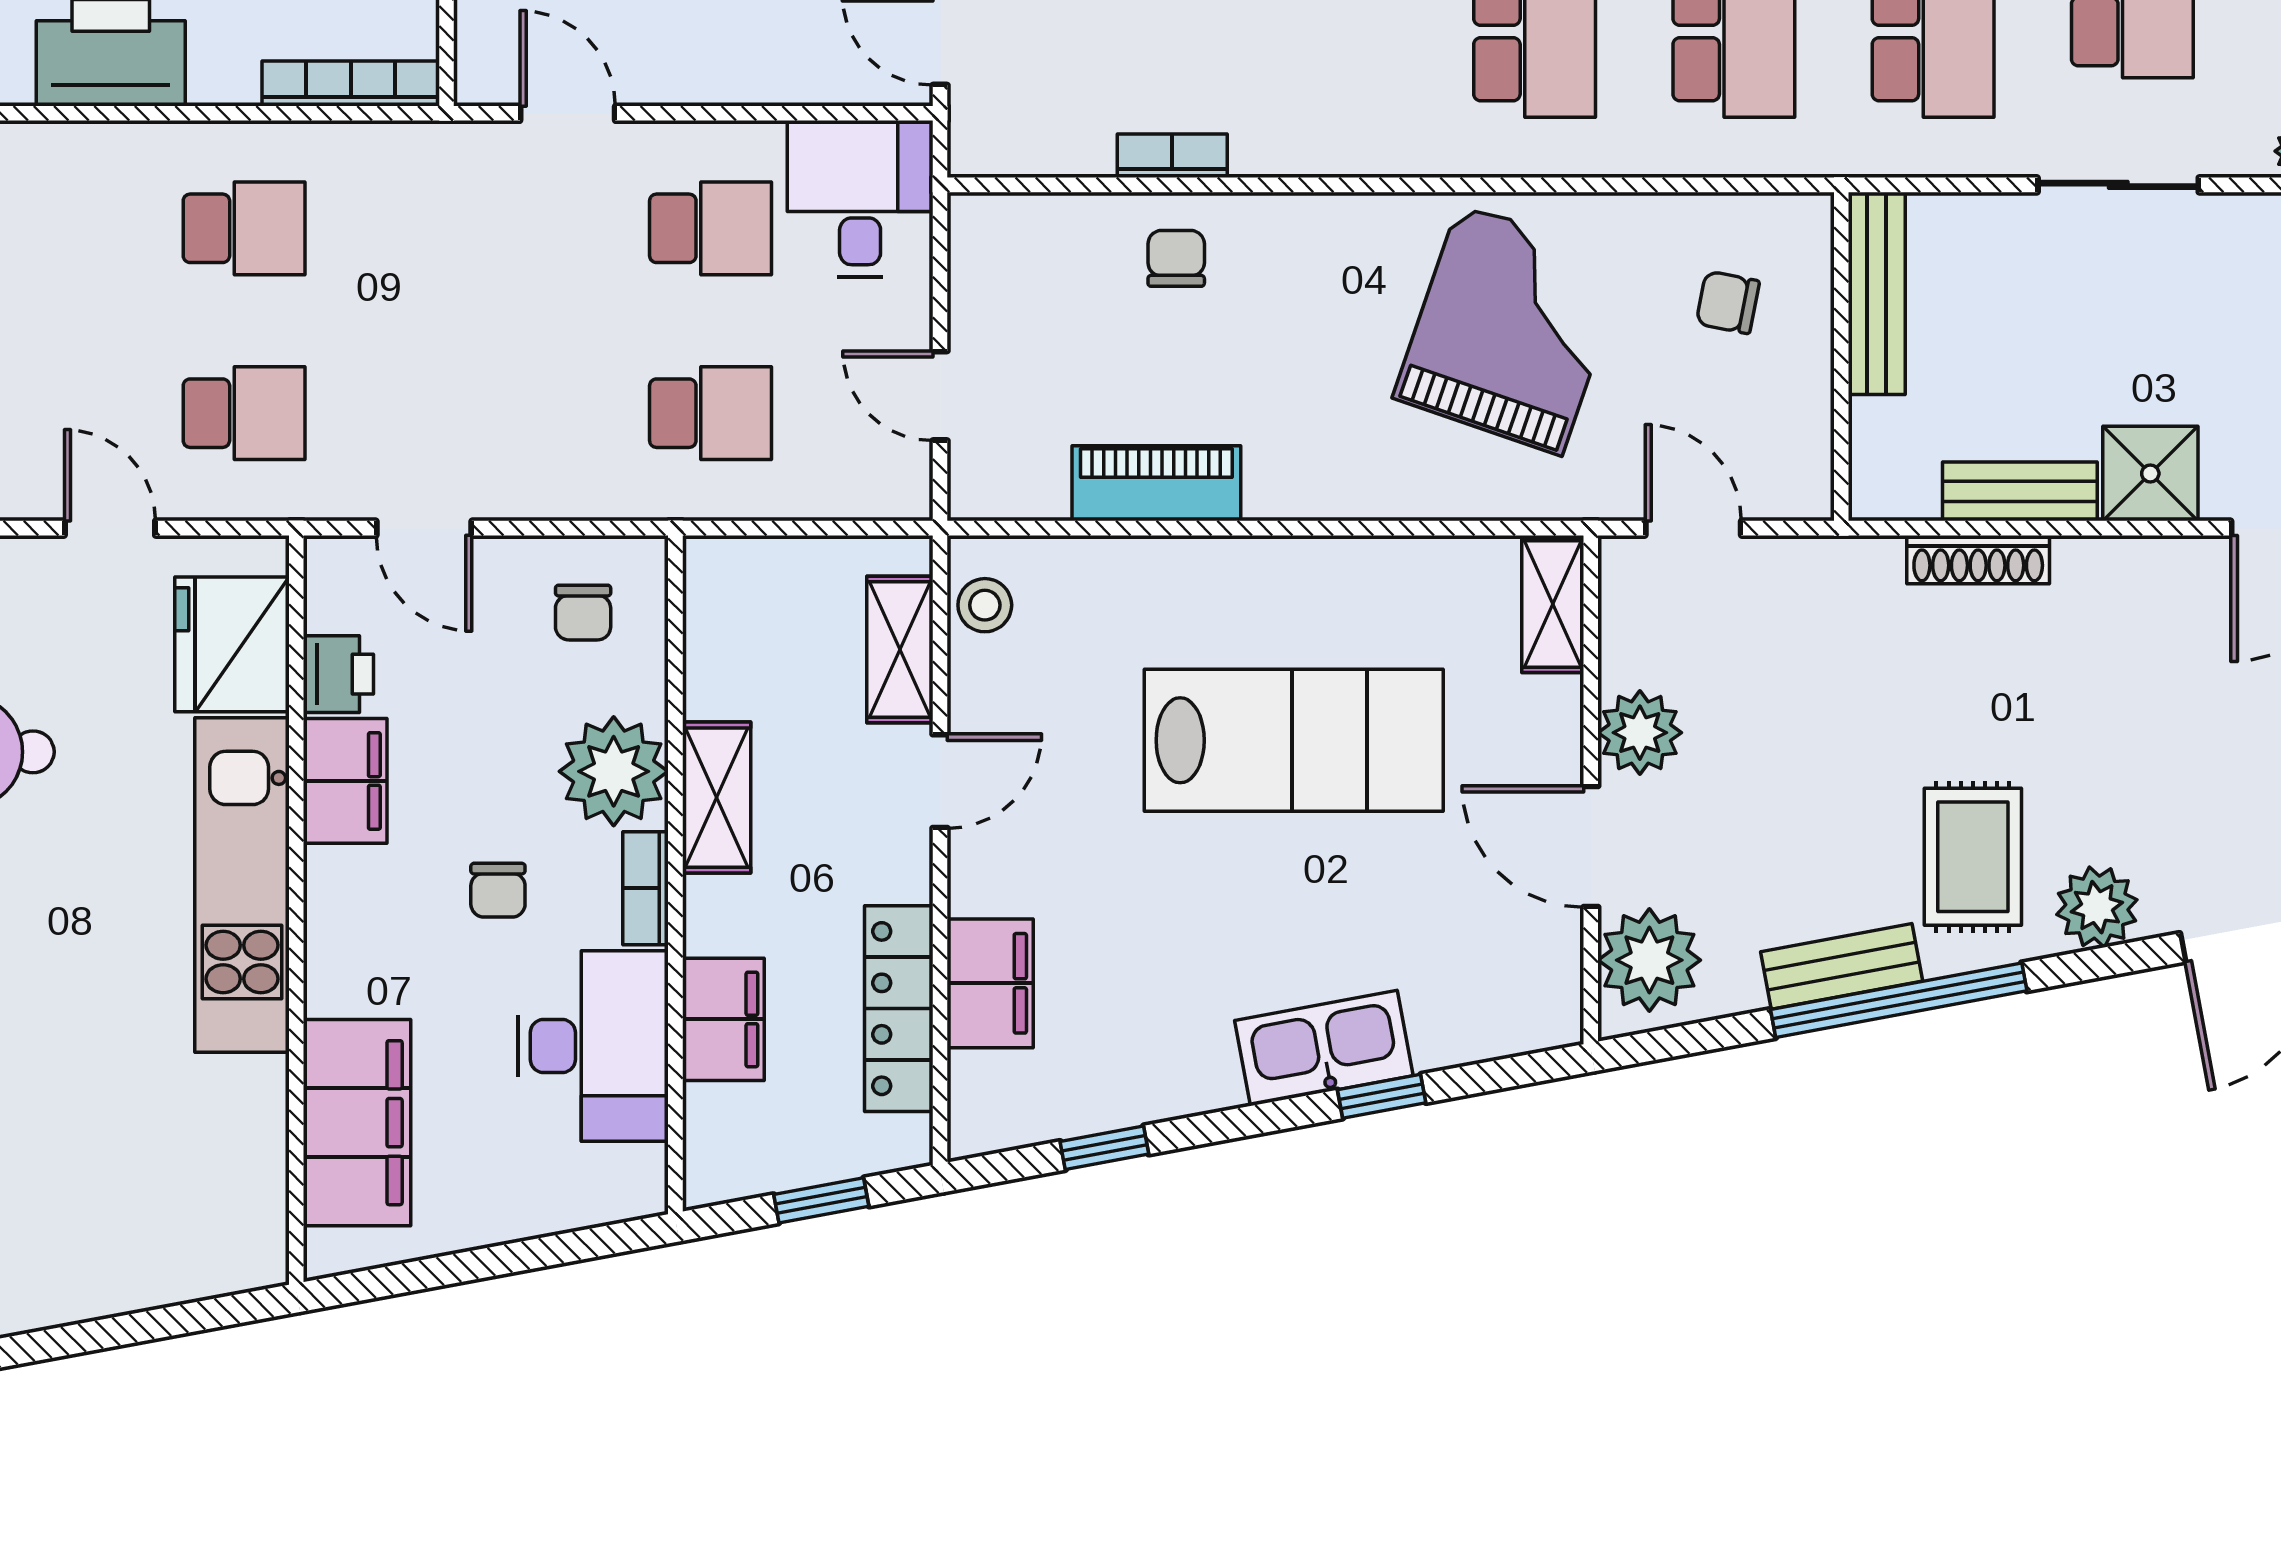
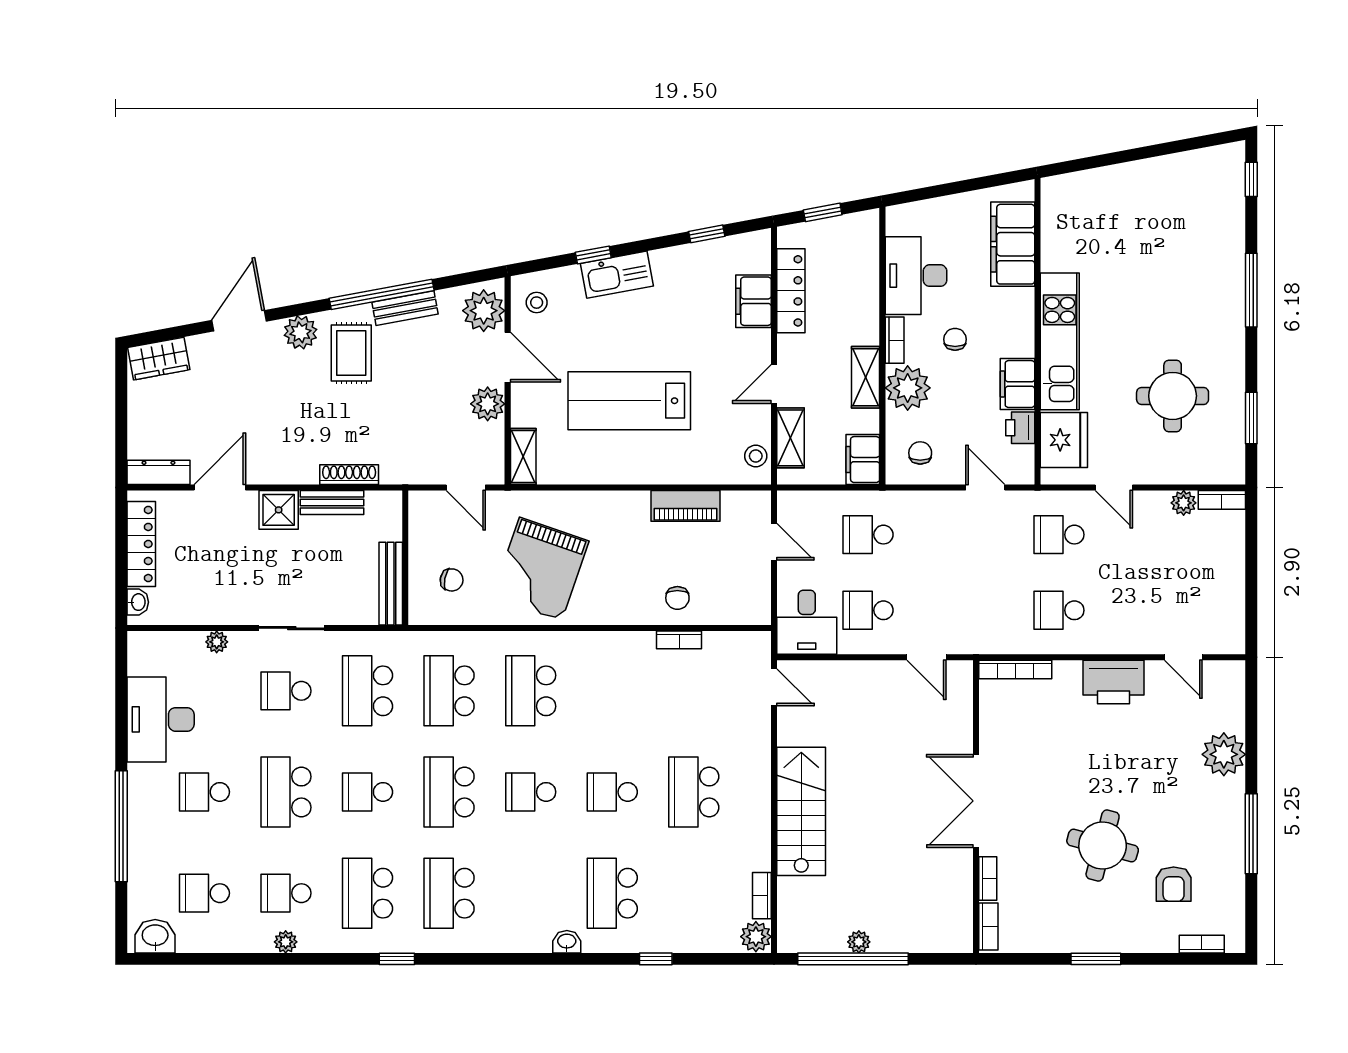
stool: (1520, 980) -> (537, 303), added
filing cabinet: (723, 1019) -> (863, 460), moved

